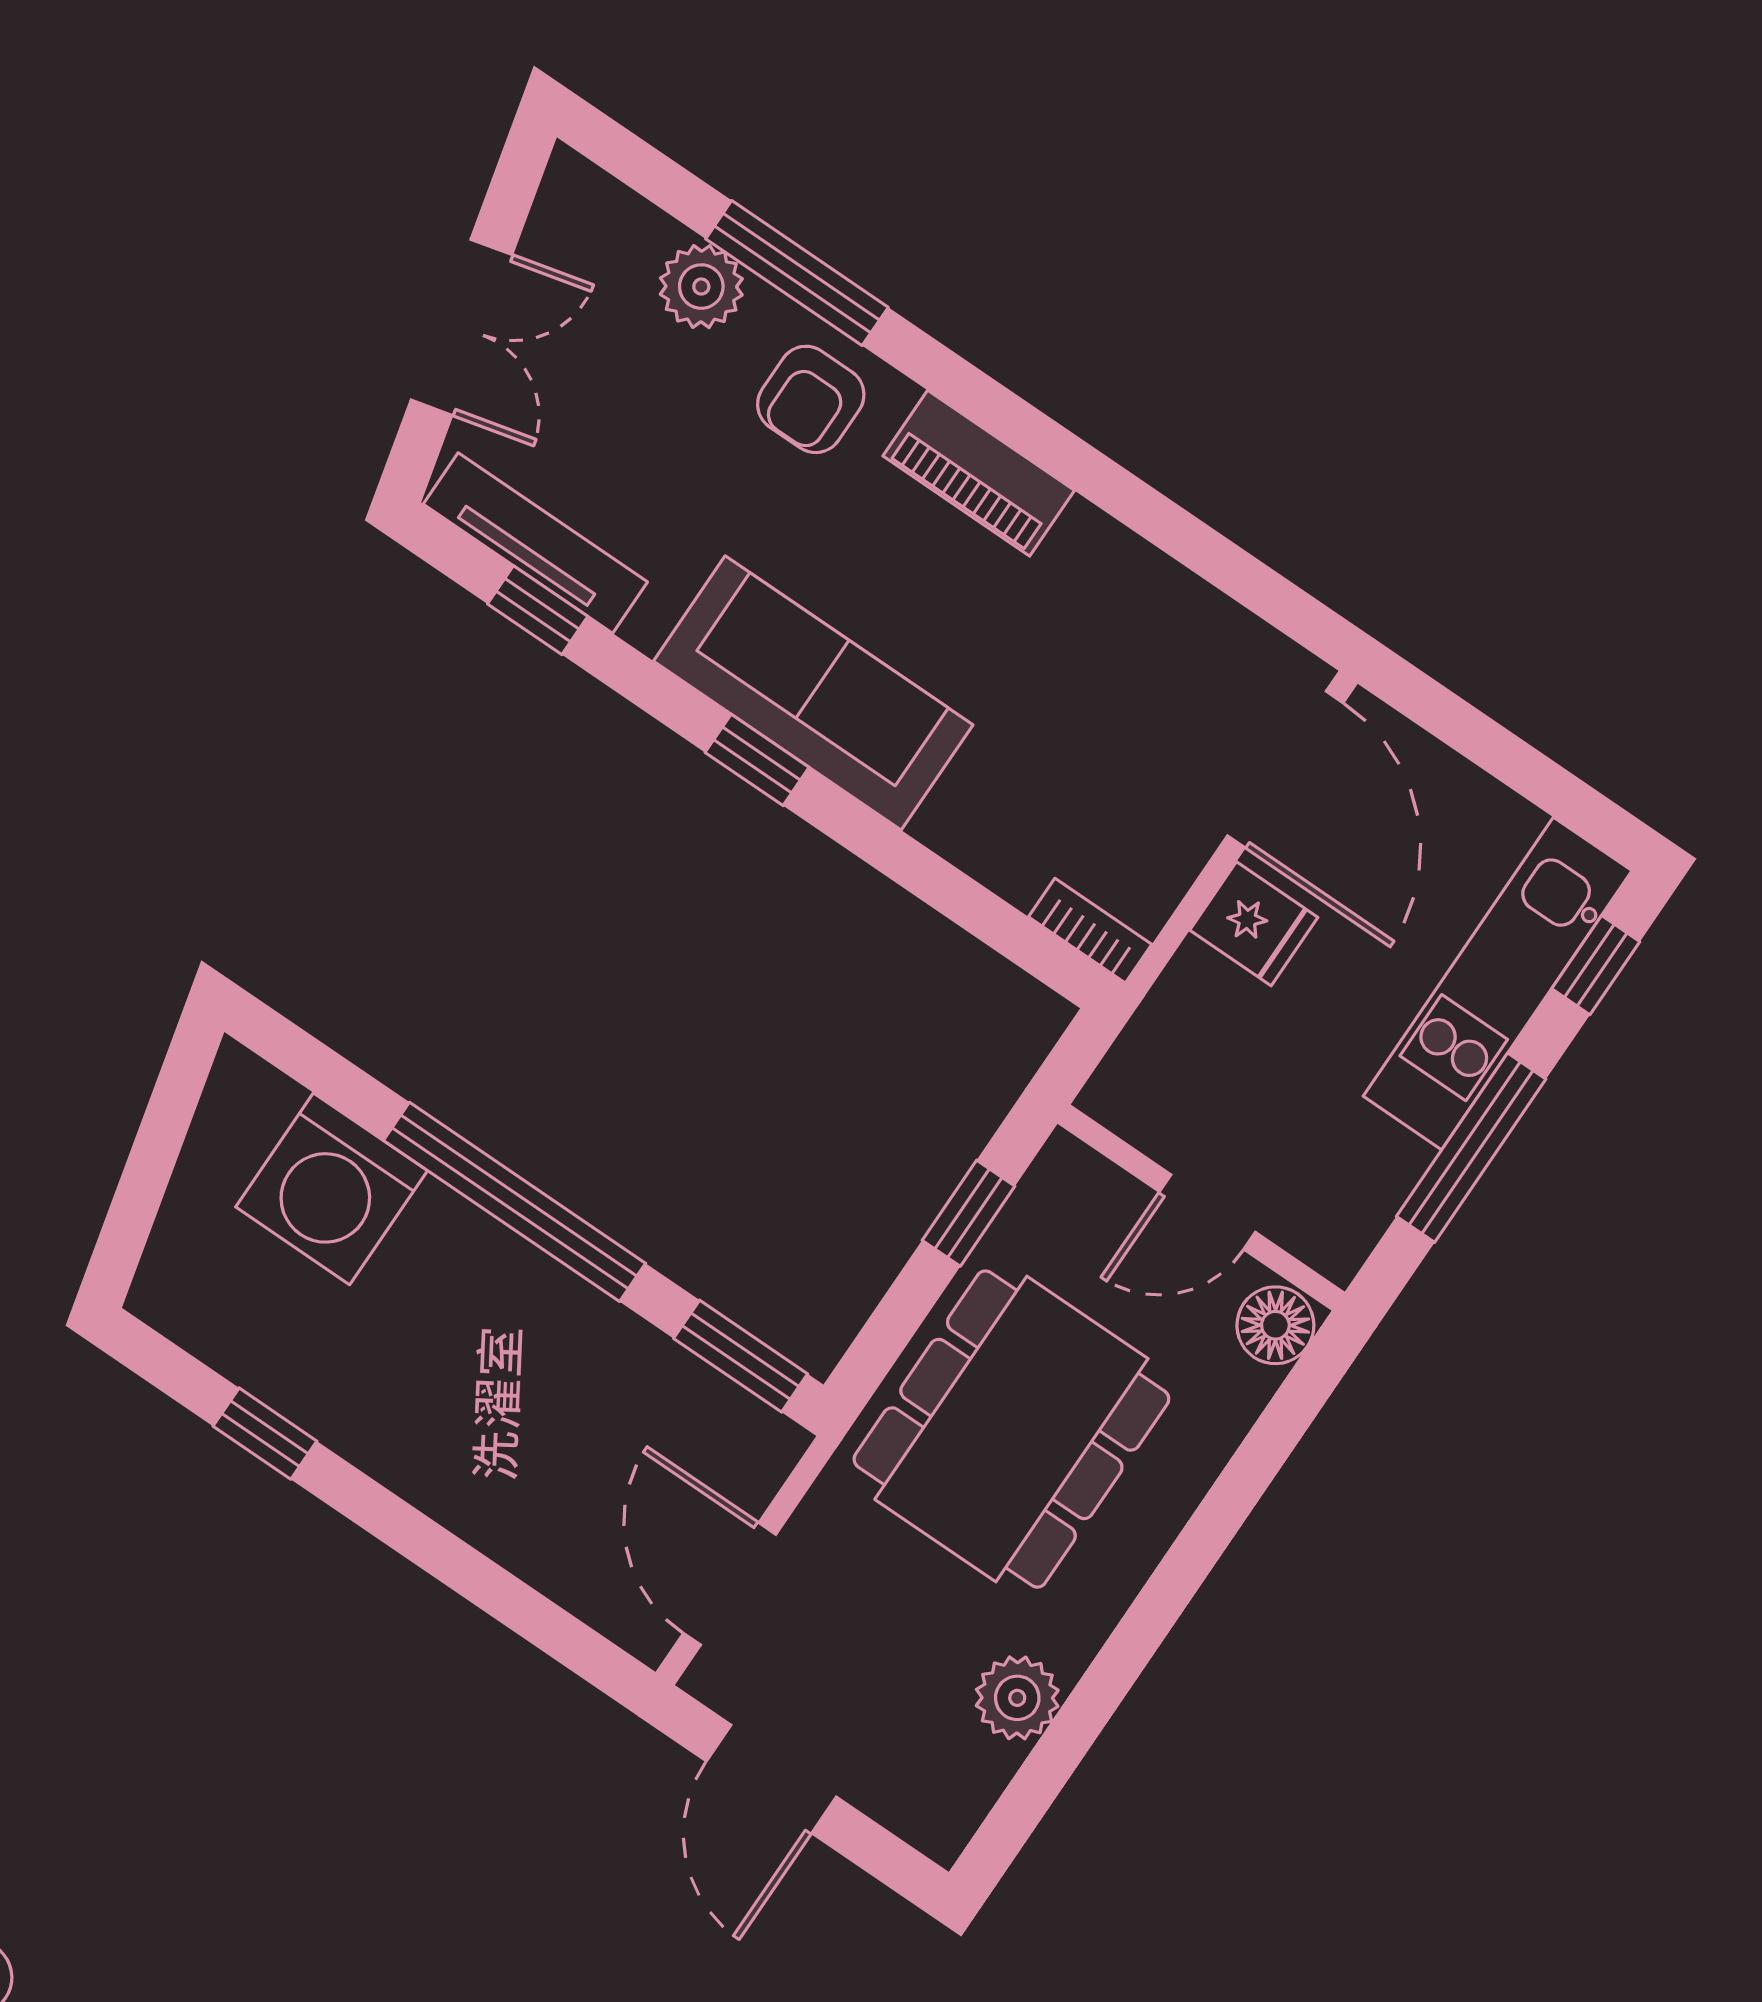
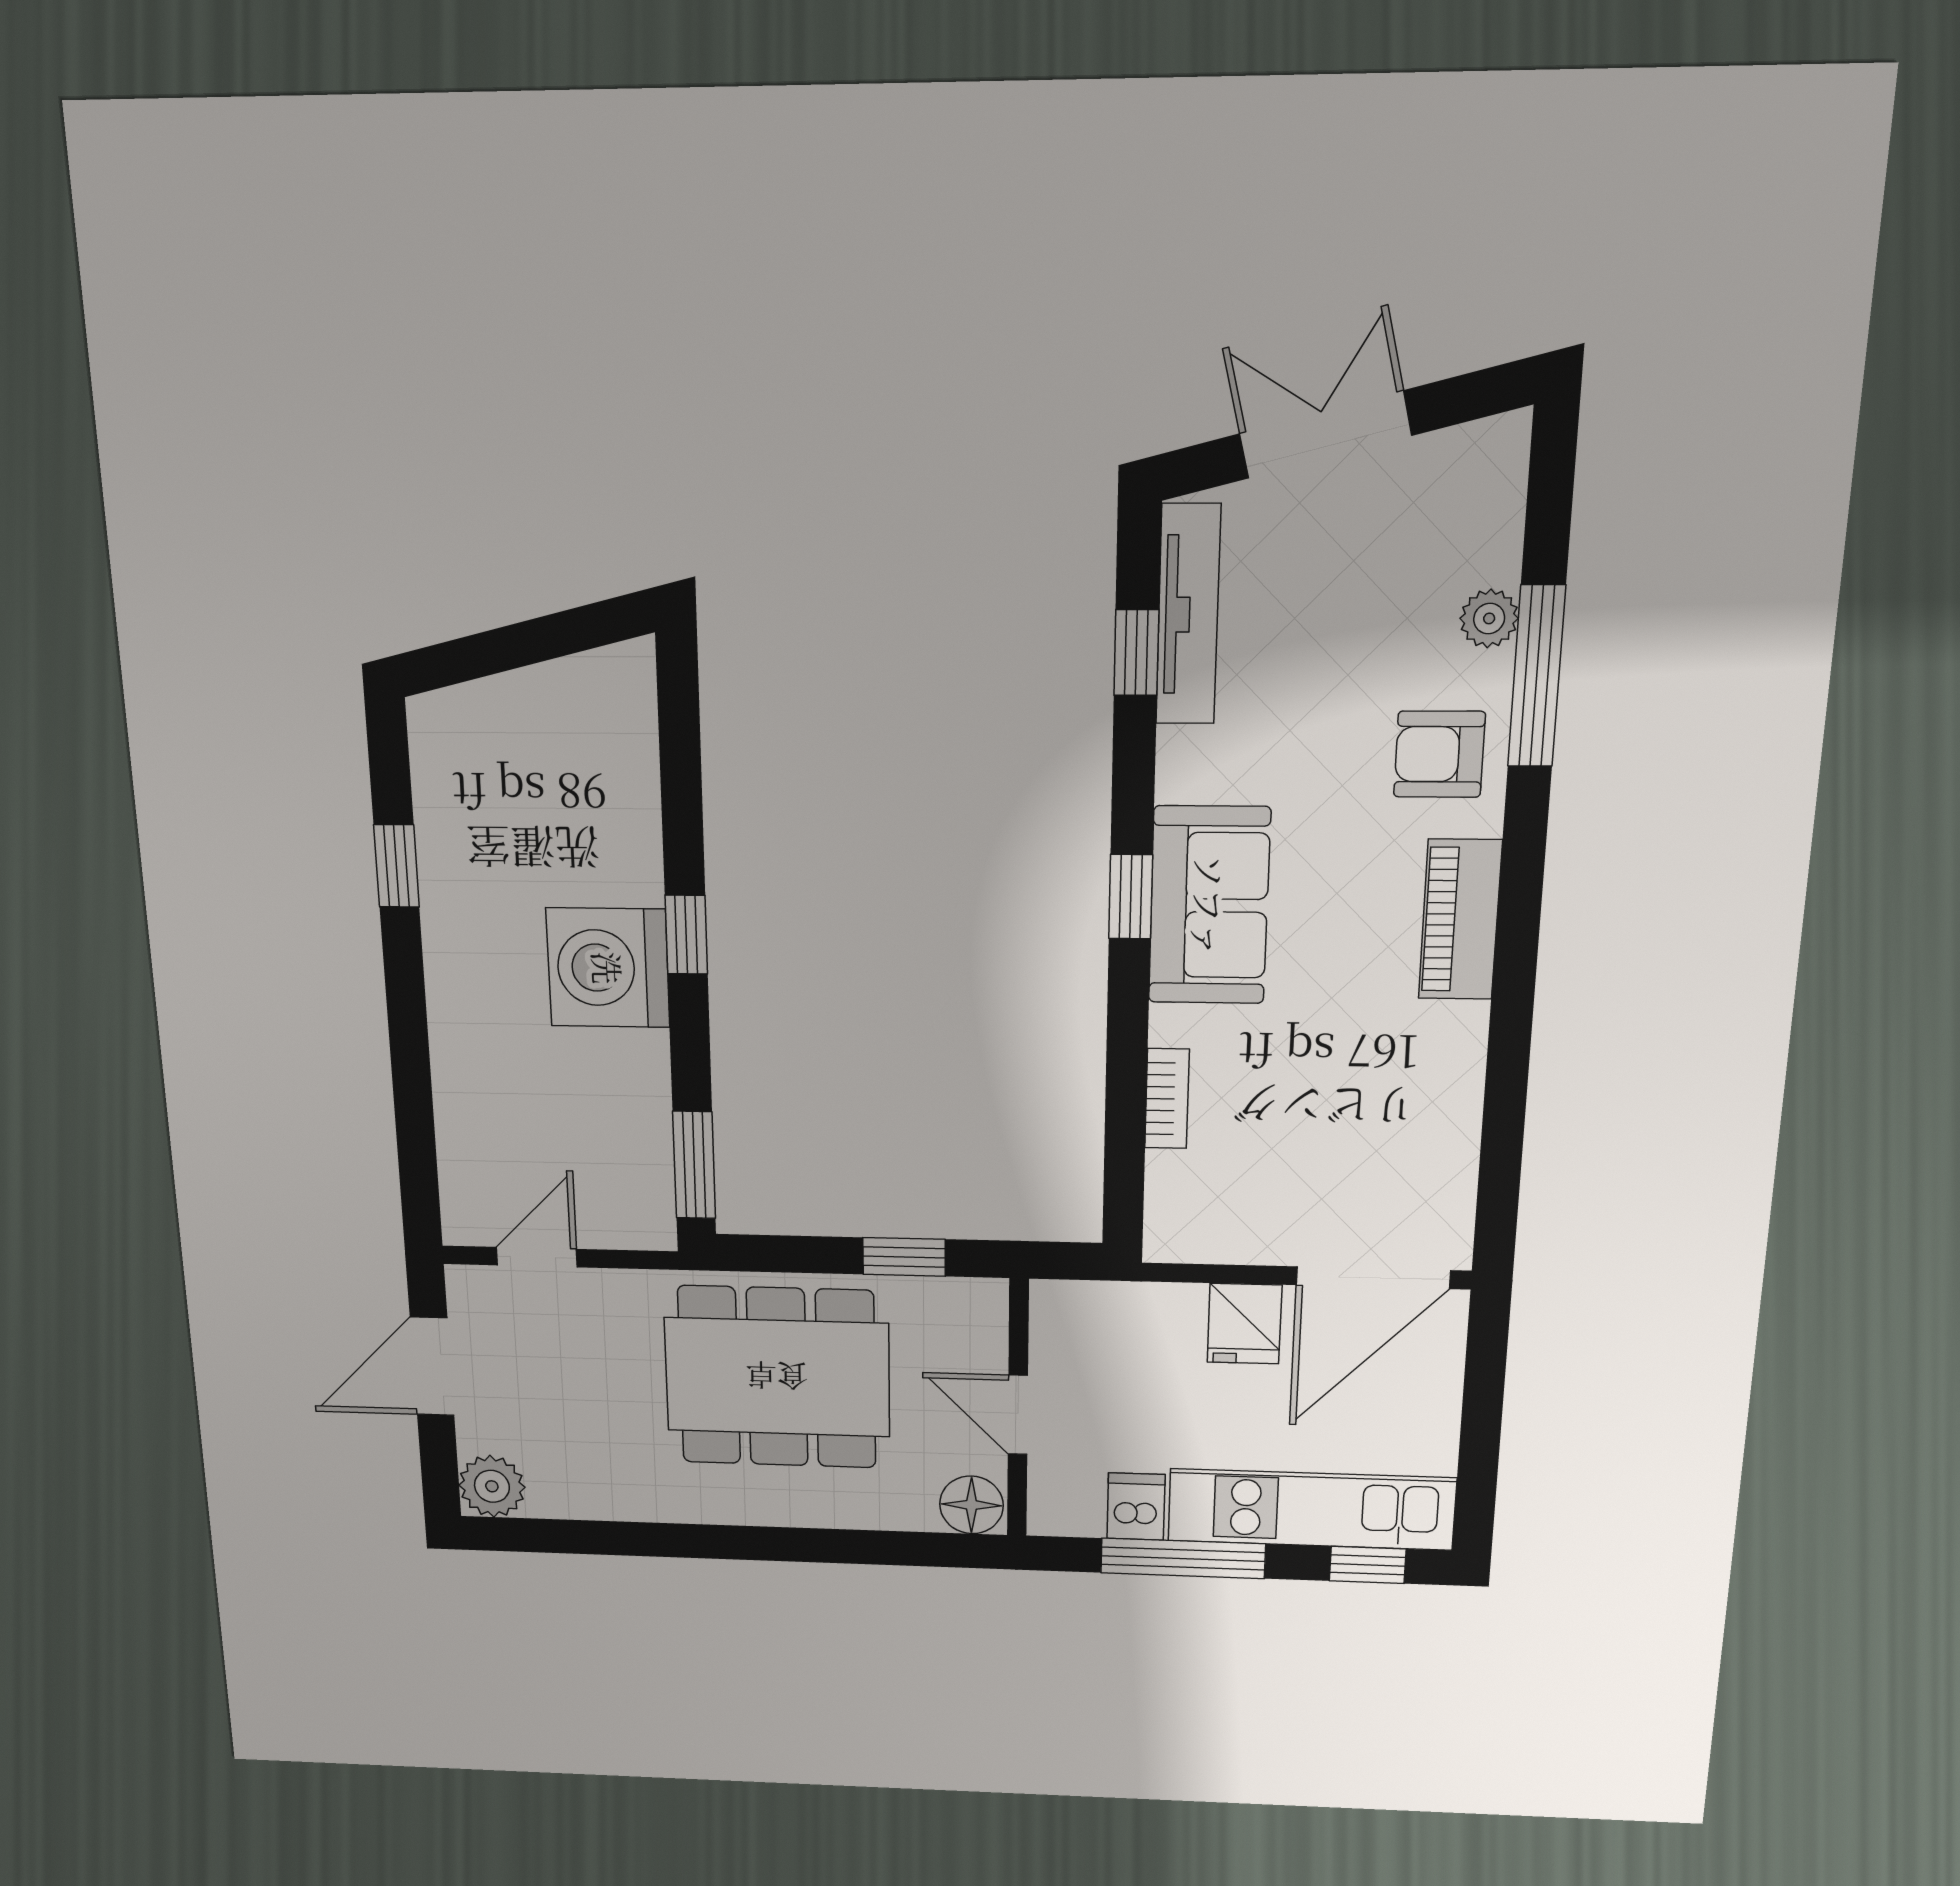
plant: (701, 287) -> (1489, 618), width x0.73, depth x0.73
double door: (461, 327) -> (1325, 435), swing flipped
sofa: (813, 693) -> (1209, 905), width x0.73
bookcase: (1090, 931) -> (1167, 1099), moved
dishwasher: (1383, 1158) -> (1136, 1507), added
washing machine: (332, 1189) -> (608, 968), moved
window: (514, 1202) -> (686, 935), width x0.32
door: (730, 1584) -> (537, 1257), width x0.73
plant: (1017, 1698) -> (492, 1486), moved

